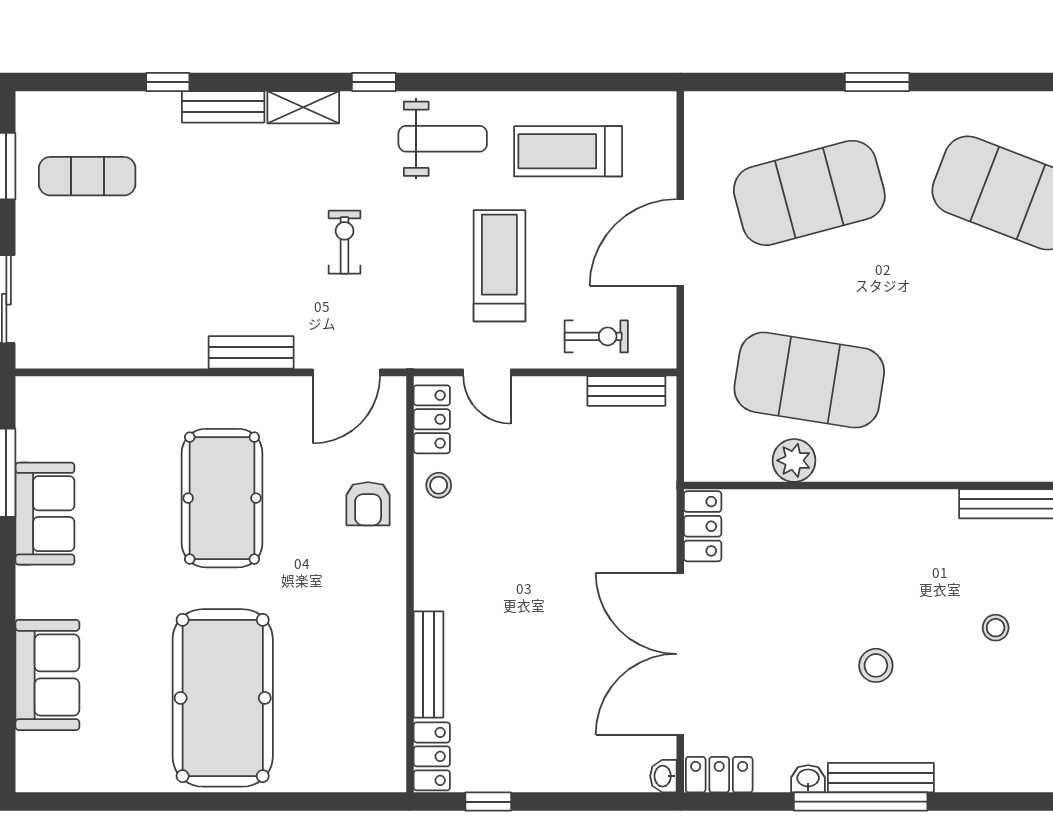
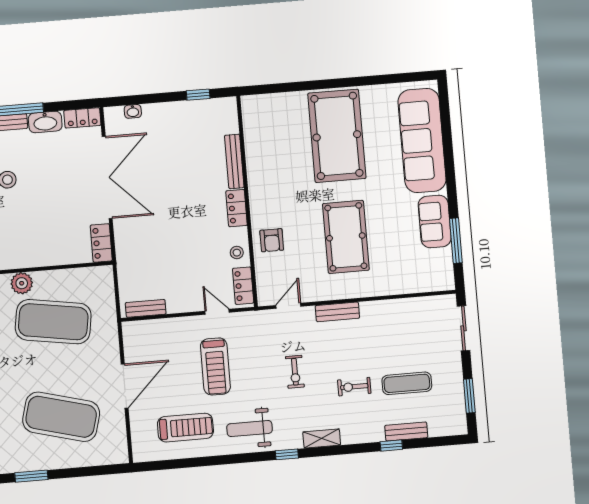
bench: (223, 107) -> (406, 431), moved
exercise mat: (87, 176) -> (407, 383), moved
exercise mat: (809, 193) -> (61, 417), turned 30
exercise bike: (596, 336) -> (354, 387), moved
door: (346, 372) -> (288, 306), width x0.73
plant: (794, 460) -> (22, 283), moved
armchair: (368, 504) -> (272, 240), turned 180
sofa: (47, 675) -> (422, 140), width x1.85, depth x1.27
locker: (432, 756) -> (237, 208), moved
washbasin: (663, 776) -> (133, 111), moved, turned 90
washbasin: (808, 779) -> (45, 122), width x1.91, depth x1.45

